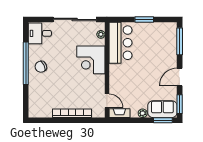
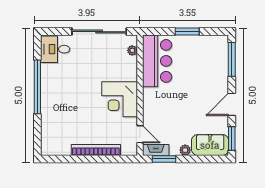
corner desk: (91, 60) -> (120, 99), moved
chair: (41, 67) -> (56, 91), removed
window: (163, 120) -> (164, 159), moved

